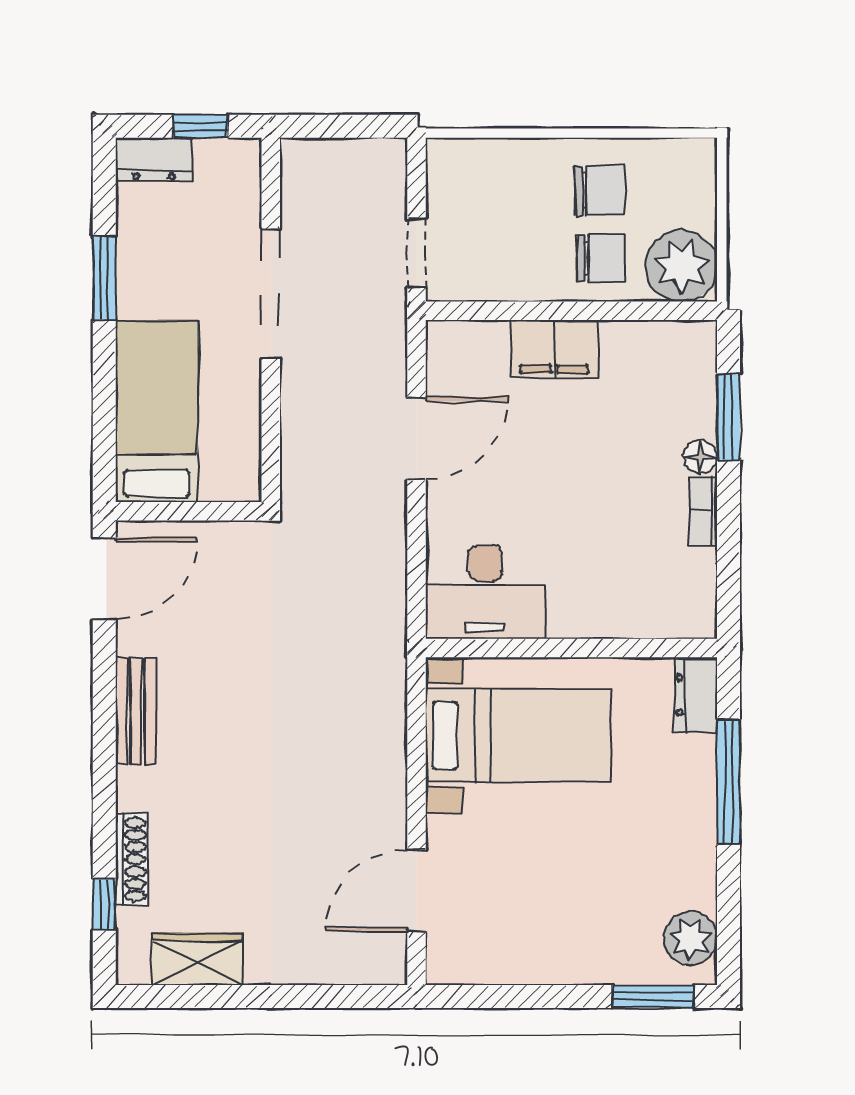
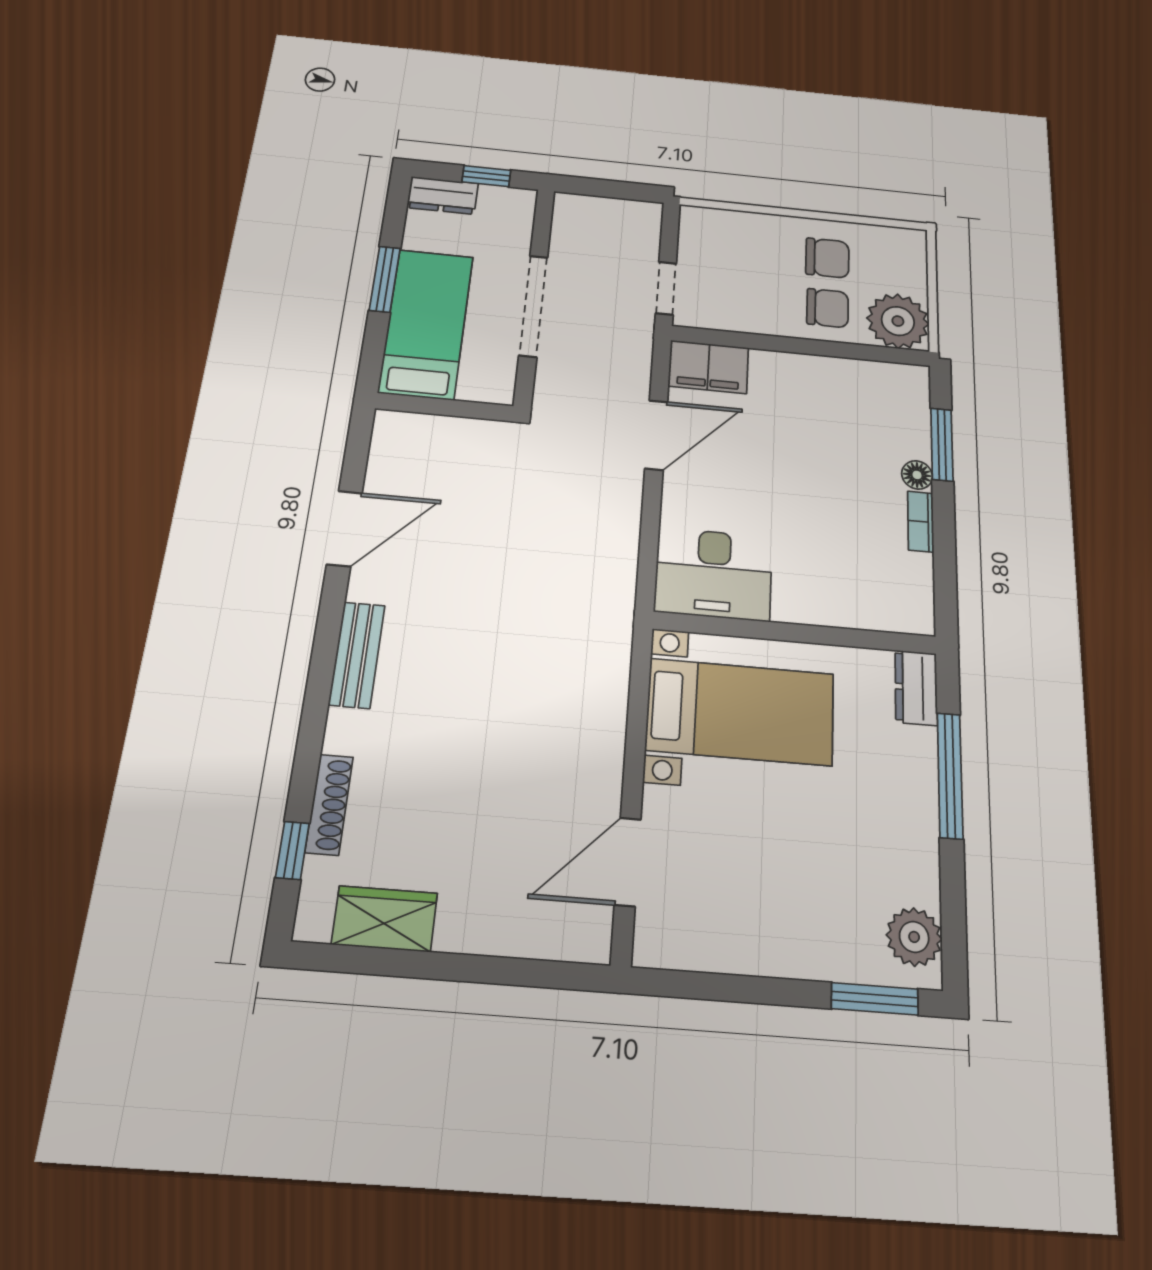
filing cabinet: (554, 349) -> (708, 367), moved
bed: (157, 411) -> (426, 324), moved
wall: (189, 511) -> (445, 407), moved

